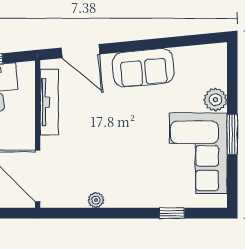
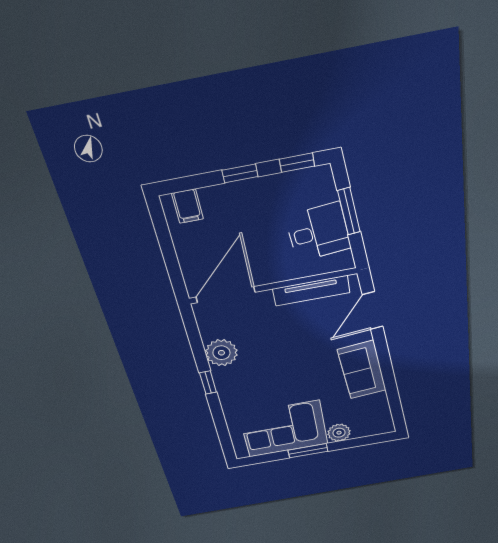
plant: (96, 200) -> (221, 353), width x1.88, depth x1.88
window: (172, 213) -> (208, 383), moved

